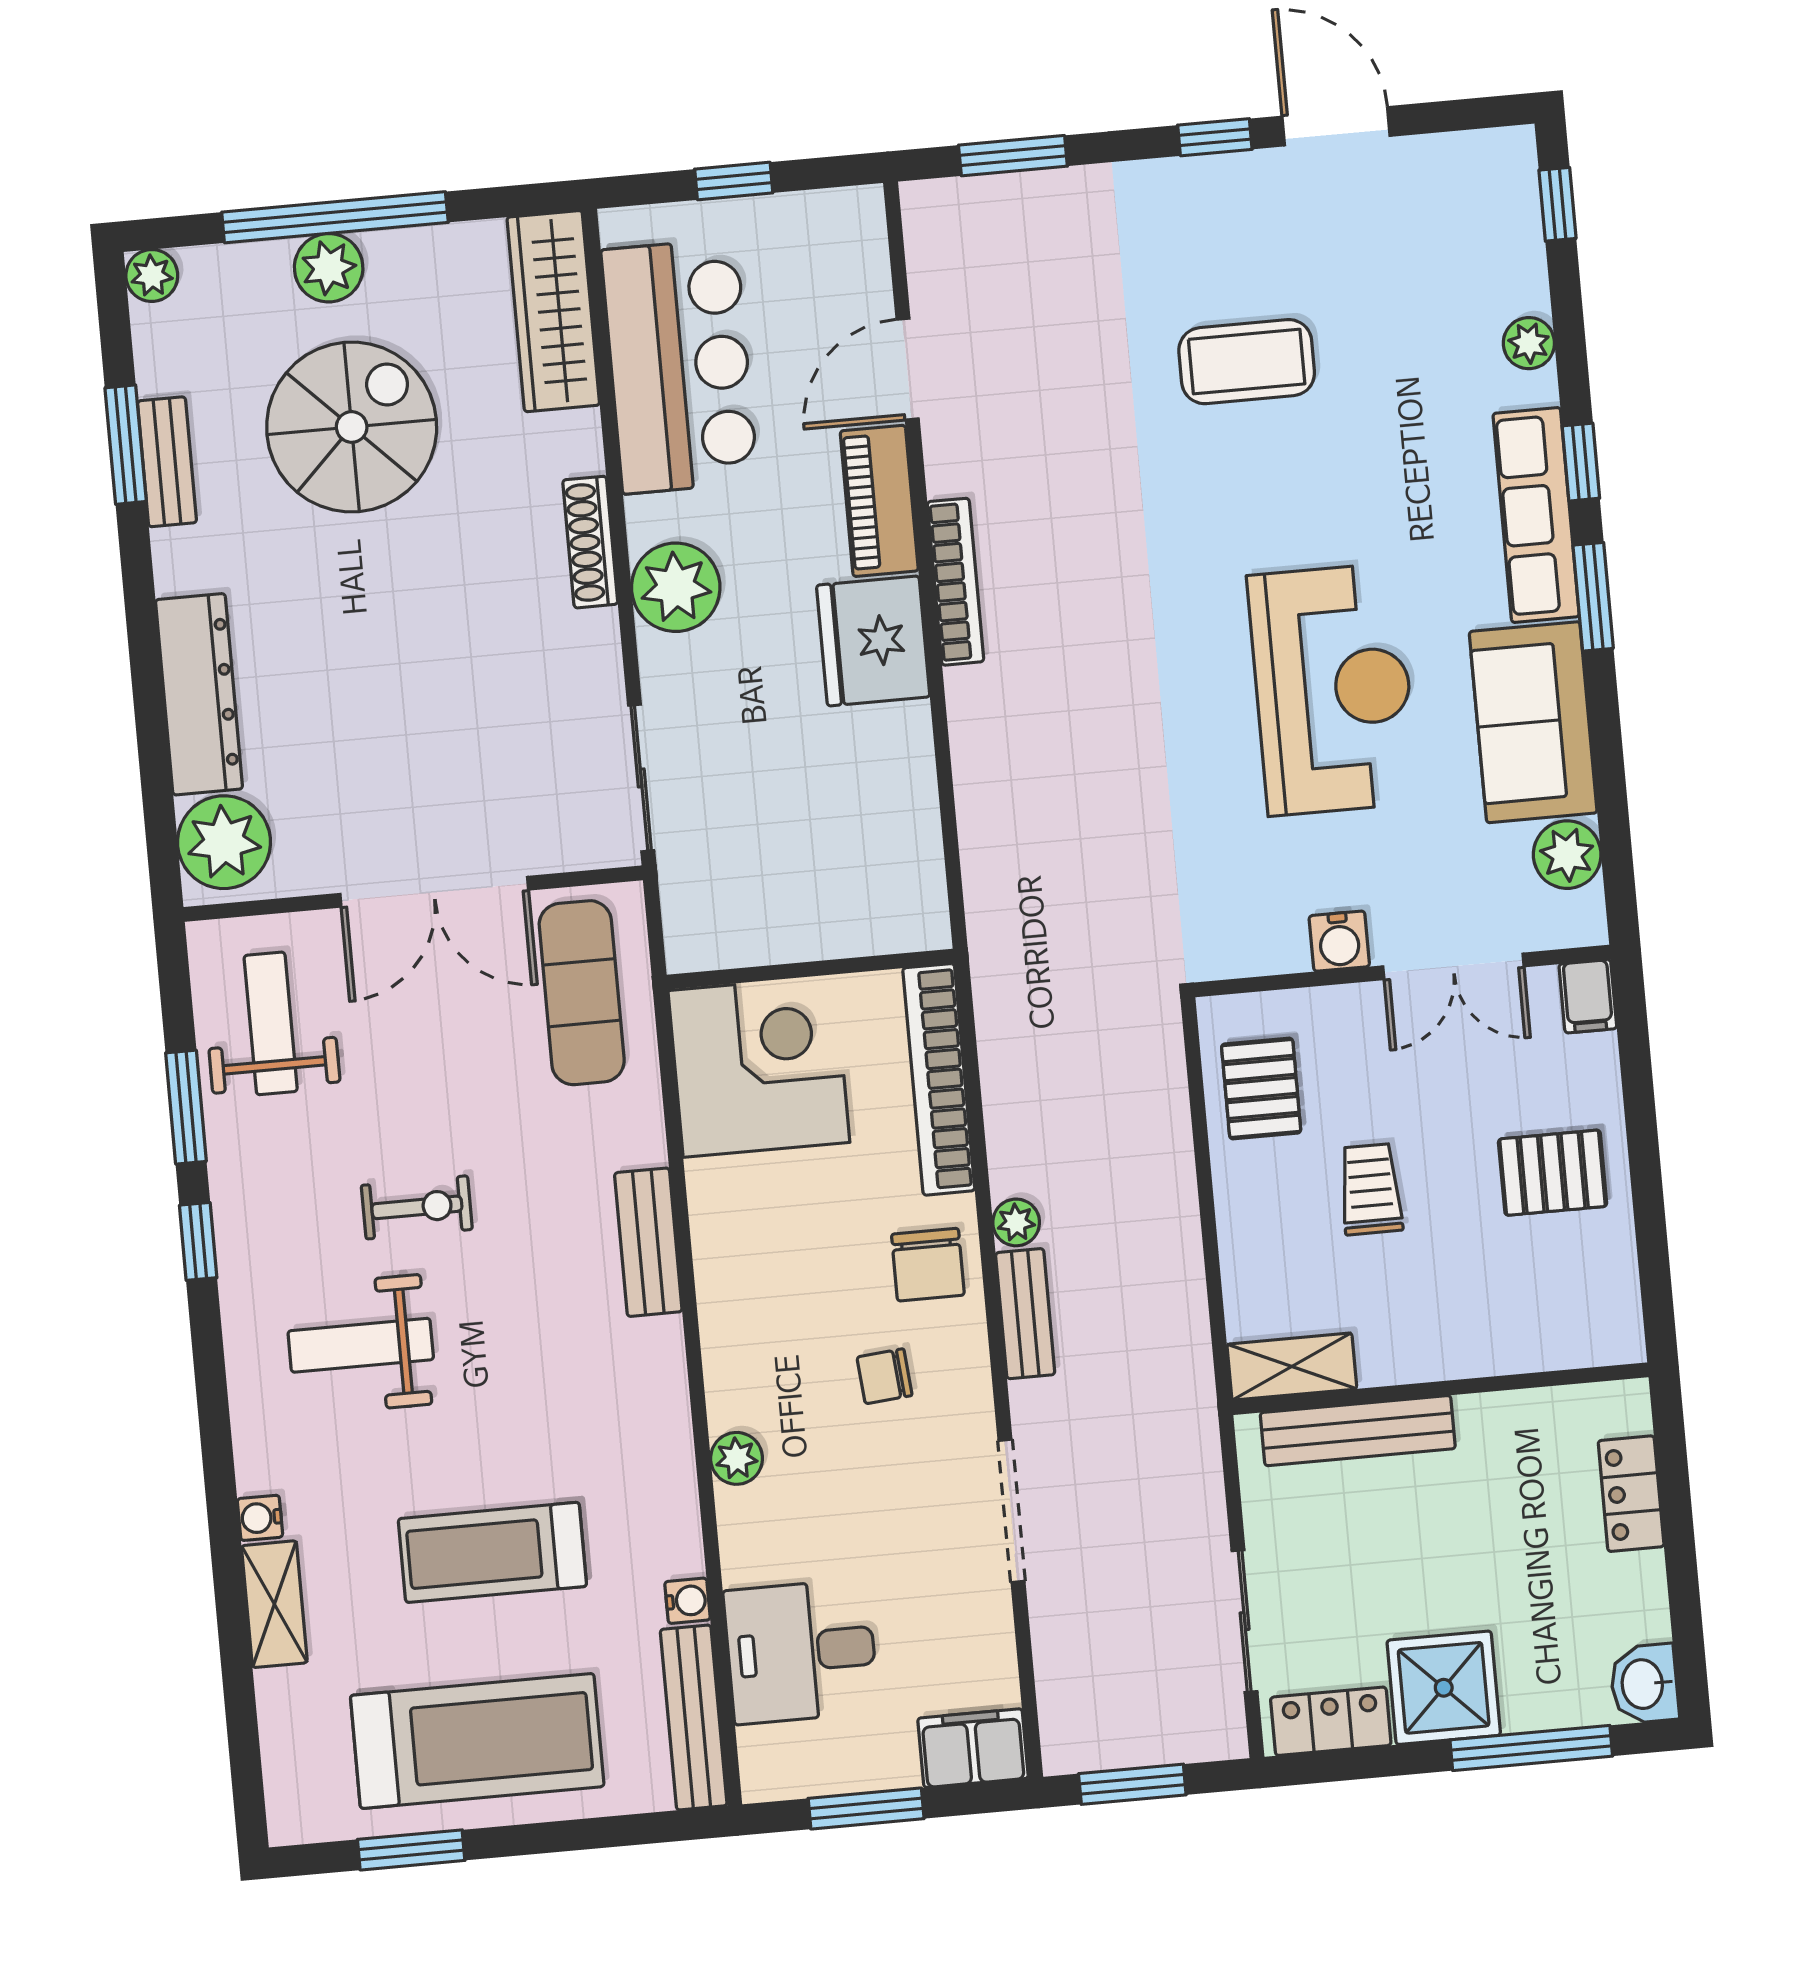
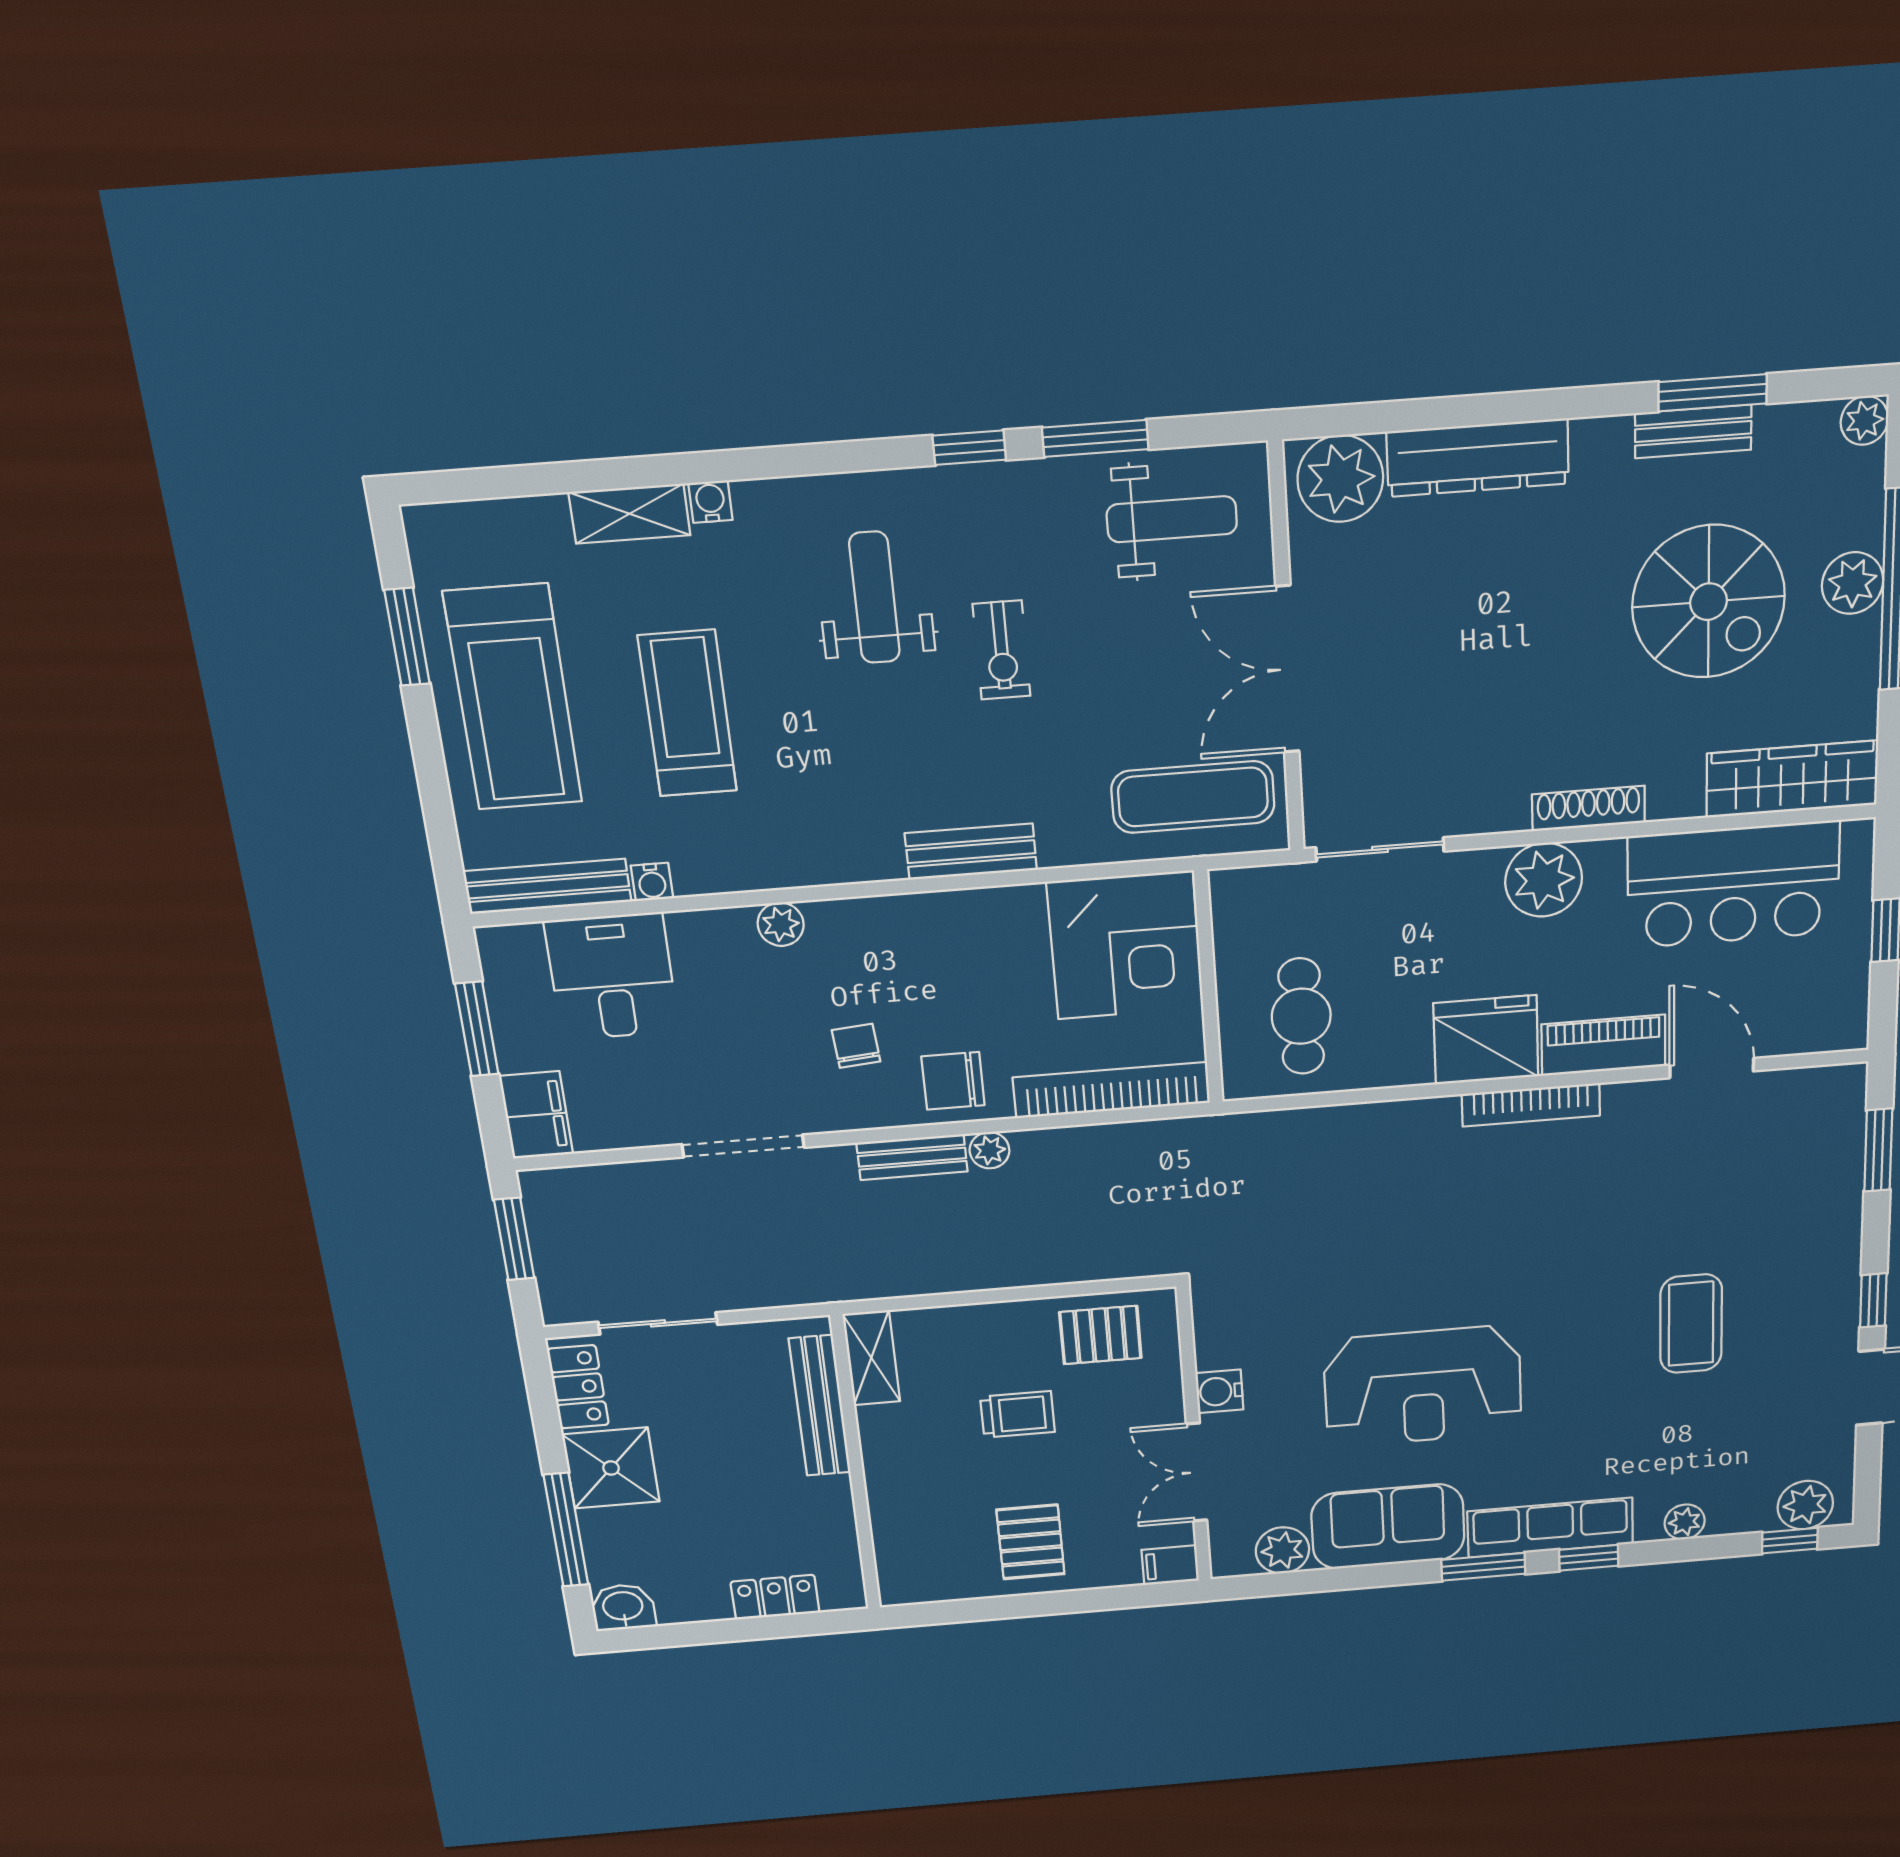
plant: (1505, 190) -> (1805, 1505), added
cafe table: (845, 860) -> (1301, 1016), added

